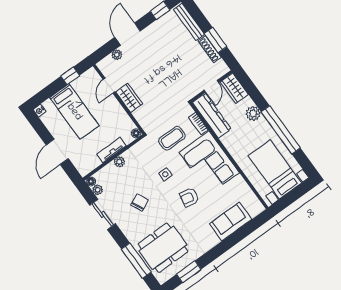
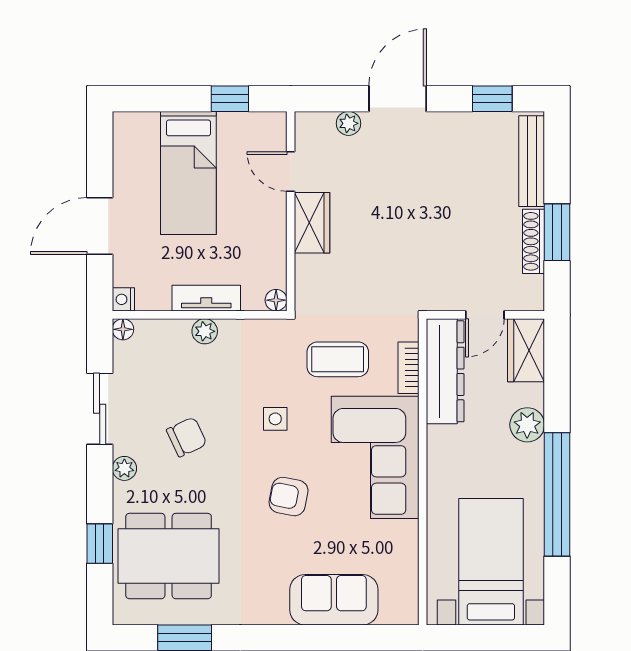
door: (109, 86) -> (291, 172), hinge flipped
nightstand: (40, 111) -> (123, 299), moved
plant: (98, 190) -> (124, 468), moved
window: (136, 261) -> (100, 544), width x0.46

